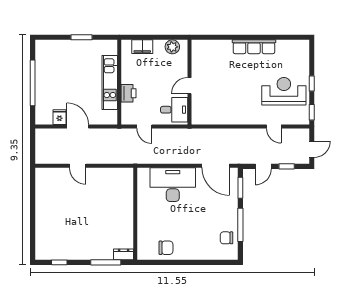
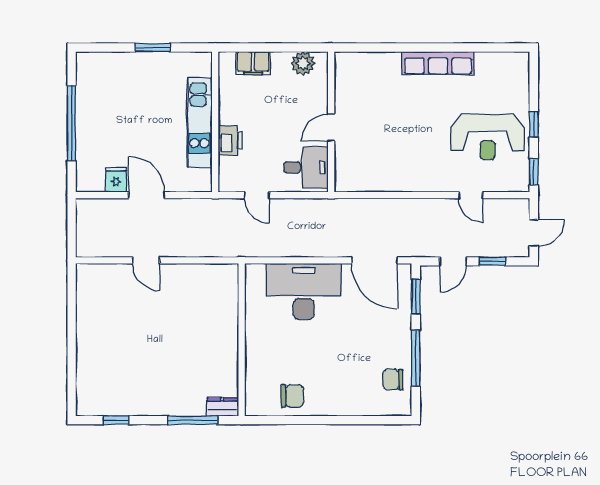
reception desk: (284, 91) -> (488, 137), turned 180

